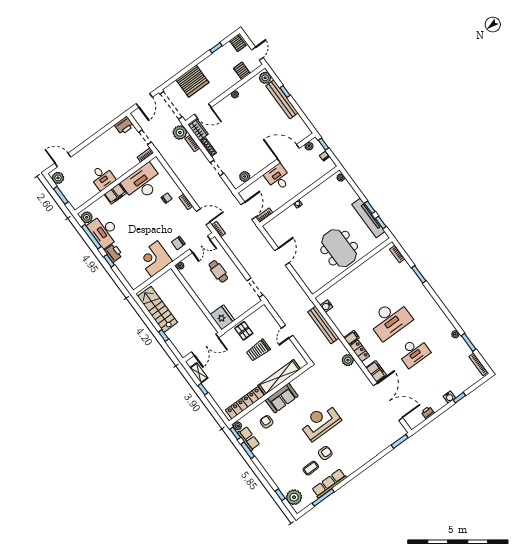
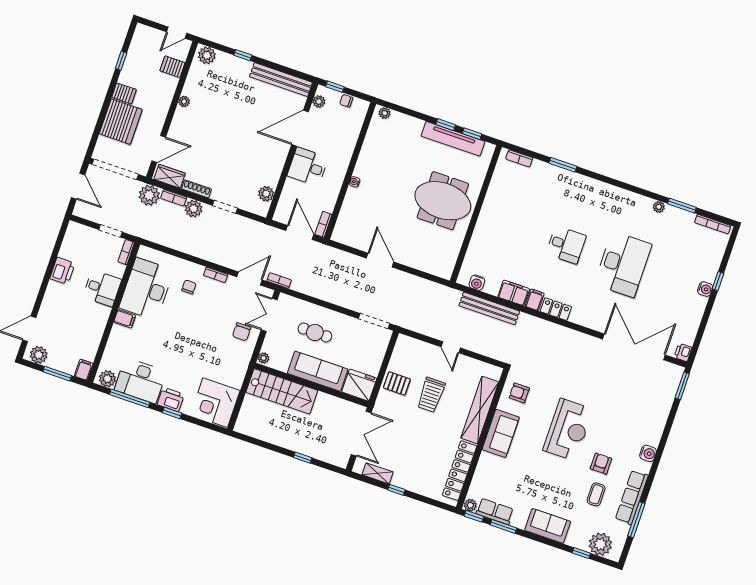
server rack: (238, 43) -> (124, 93), moved
door: (257, 54) -> (177, 33), swing flipped
bench: (282, 99) -> (281, 80), moved
printer: (124, 125) -> (62, 271), moved
desk: (102, 177) -> (102, 288), moved
filing cabinet: (115, 194) -> (125, 319), width x0.50
filing cabinet: (77, 203) -> (84, 370), added
double door: (200, 244) -> (269, 315), swing flipped
corner desk: (154, 259) -> (215, 403), moved
sofa: (205, 294) -> (318, 371), added
stairs: (157, 309) -> (282, 391), moved, turned 180
desk: (390, 320) -> (566, 245), width x0.53, depth x0.77
desk: (414, 352) -> (623, 264), width x1.36, depth x1.30
plant: (348, 360) -> (194, 209), moved
filing cabinet: (376, 371) -> (514, 293), moved
printer: (428, 413) -> (683, 352), moved
armchair: (267, 422) -> (519, 393), moved
reception desk: (320, 422) -> (568, 430), turned 180
water cooler: (355, 465) -> (648, 453), added
sofa: (272, 467) -> (548, 526), added

